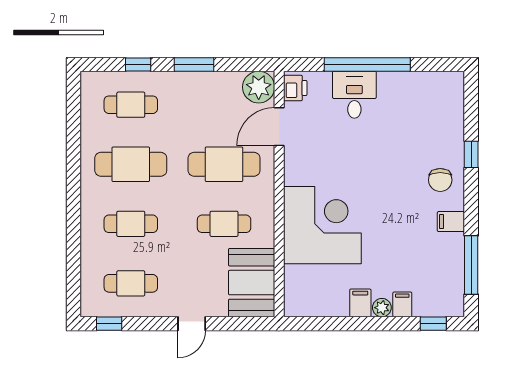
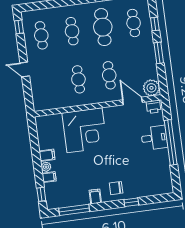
cafe table: (224, 164) -> (109, 75), width x0.73, depth x0.74
booth: (252, 283) -> (50, 98), removed

